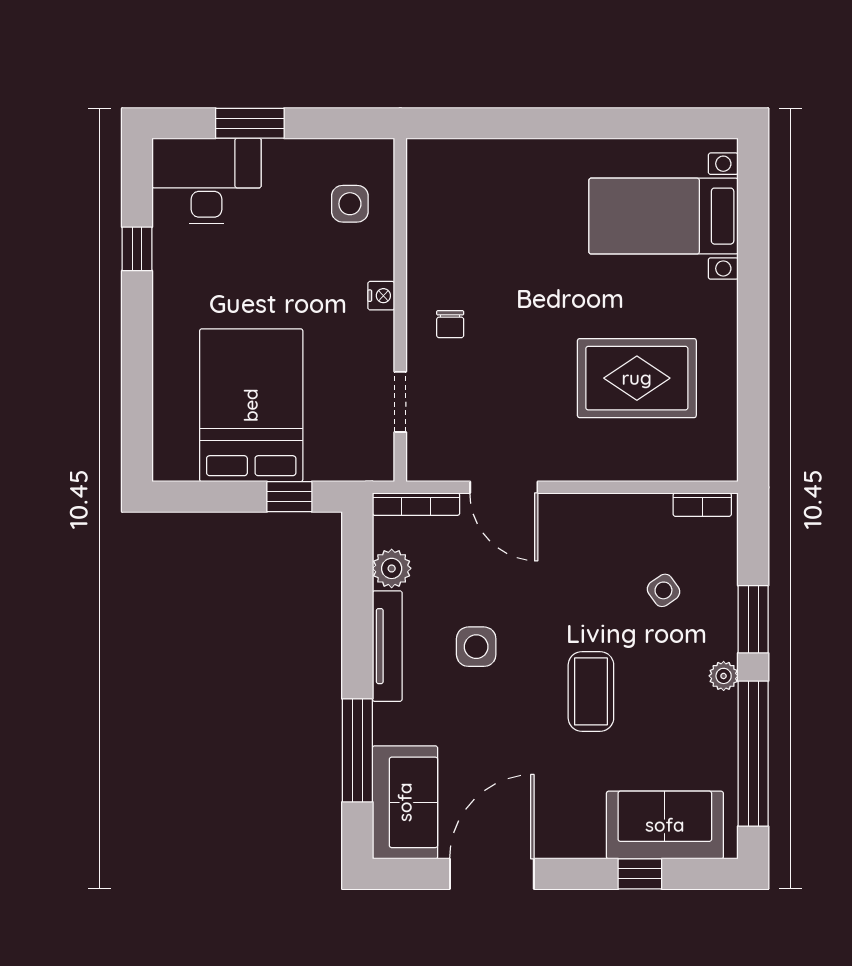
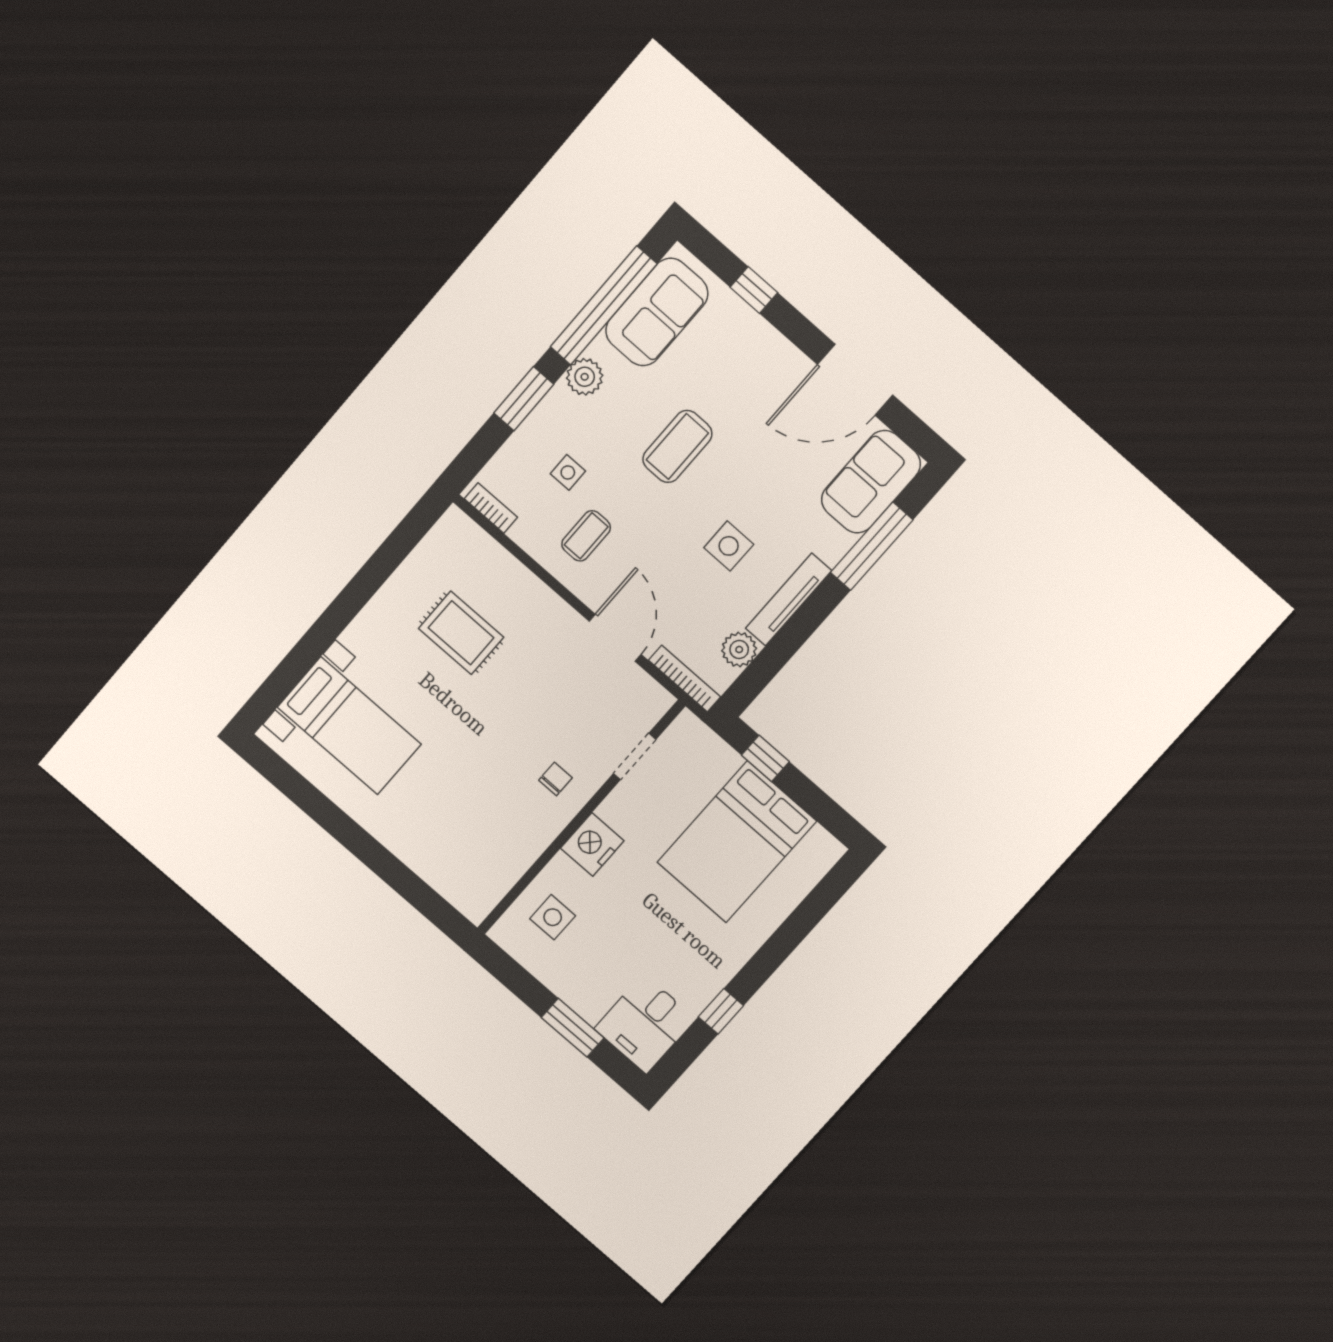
desk: (207, 181) -> (645, 1024), width x0.73
nightstand: (381, 296) -> (592, 845), width x1.89, depth x1.79
rug: (637, 378) -> (461, 633), width x0.73, depth x0.70
coffee table: (602, 551) -> (586, 536), added
side table: (663, 590) -> (568, 472), turned 35
plant: (724, 676) -> (585, 377), width x1.38, depth x1.38
sofa: (665, 825) -> (657, 312), moved, turned -90

